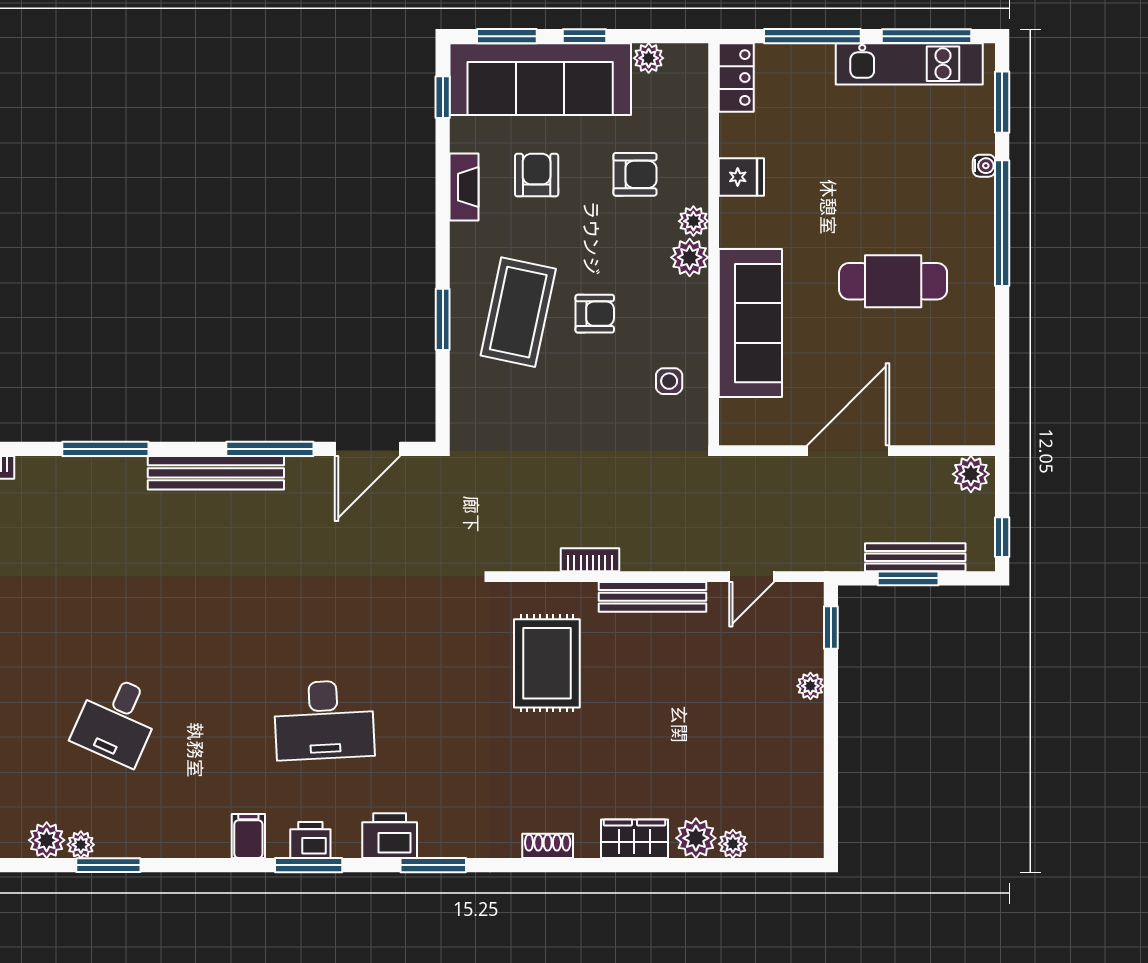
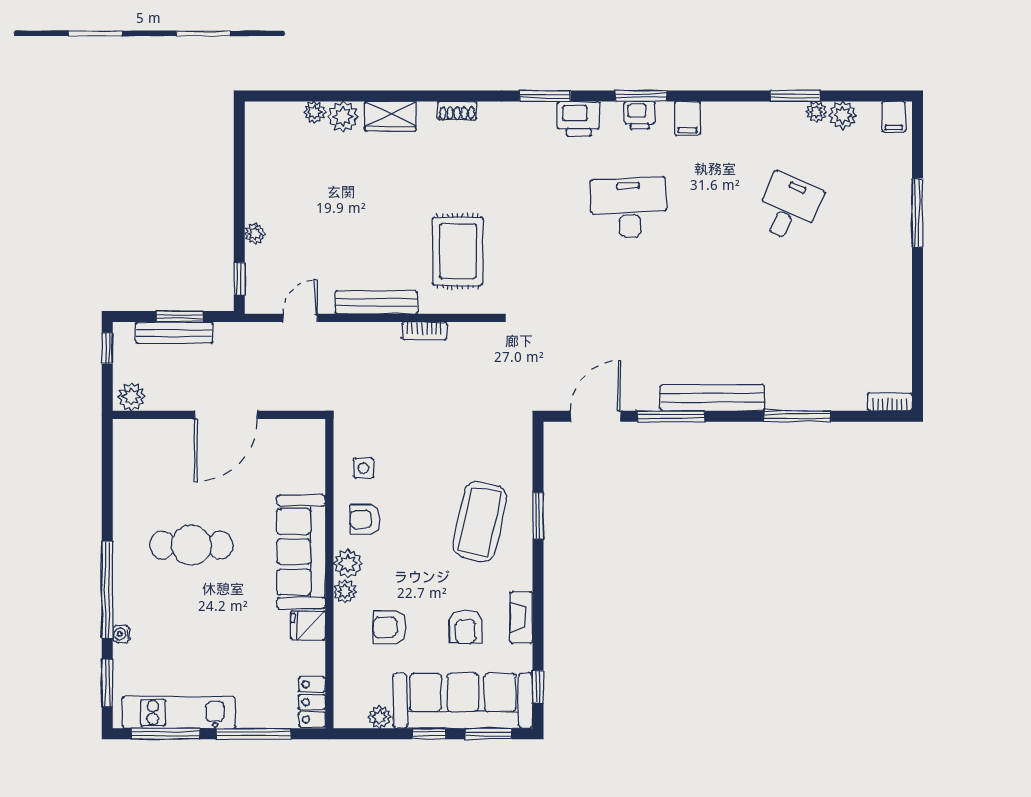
armchair: (595, 314) -> (365, 519), moved
sofa: (750, 323) -> (301, 552), moved

